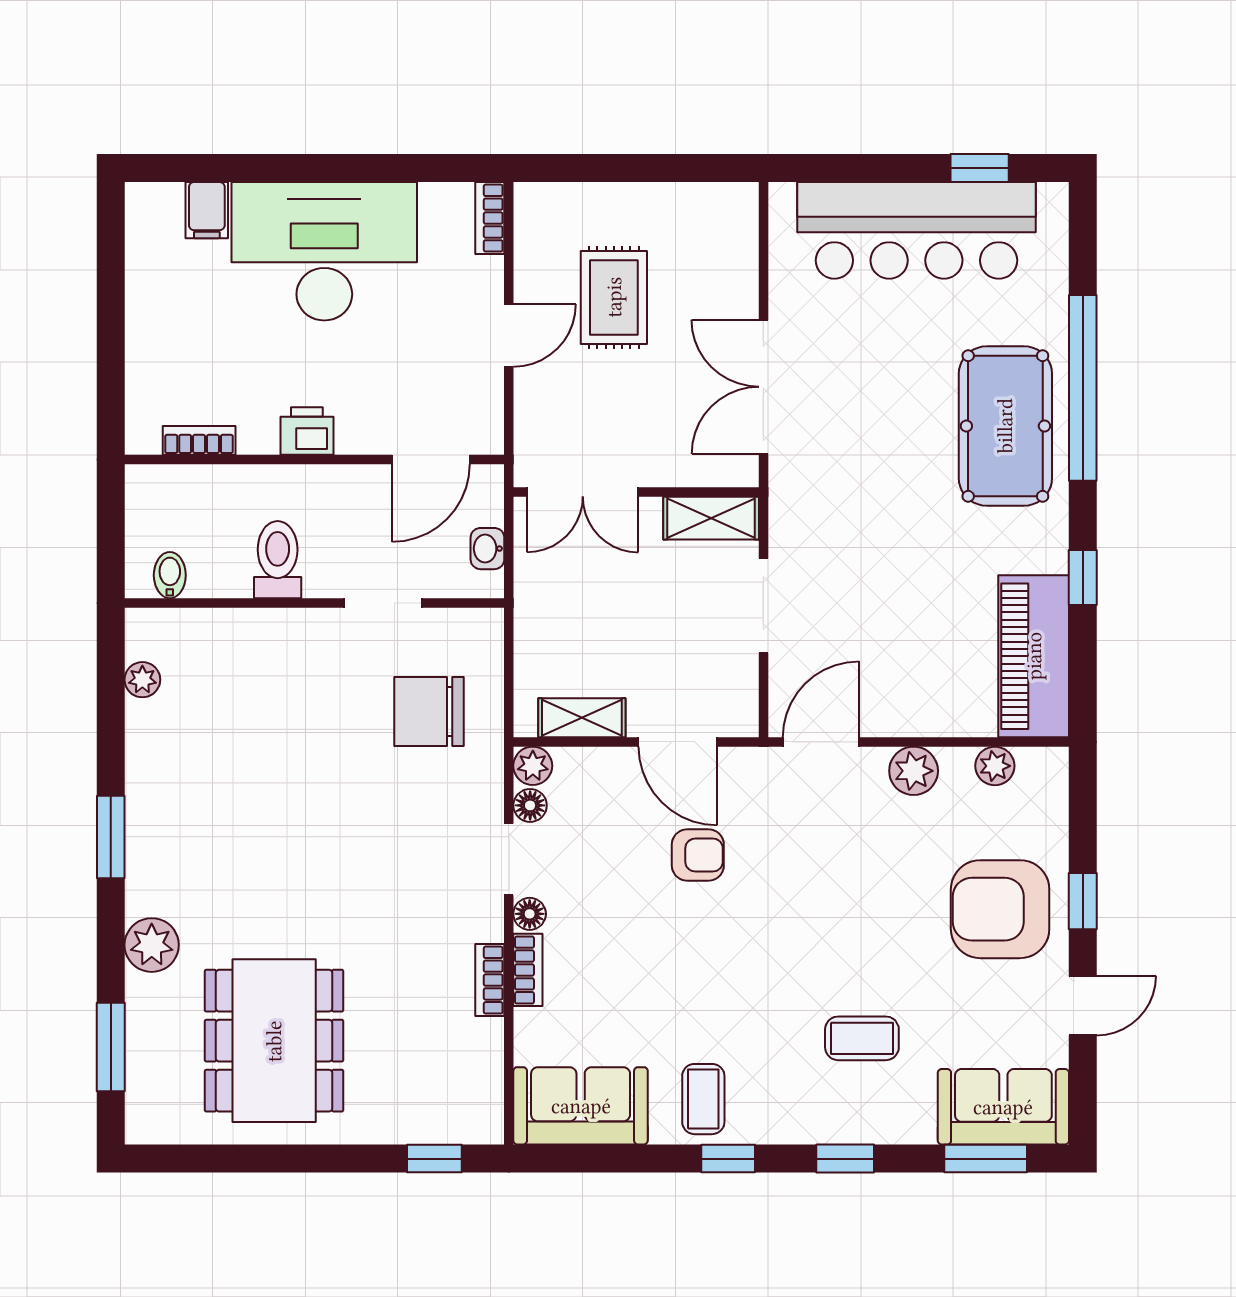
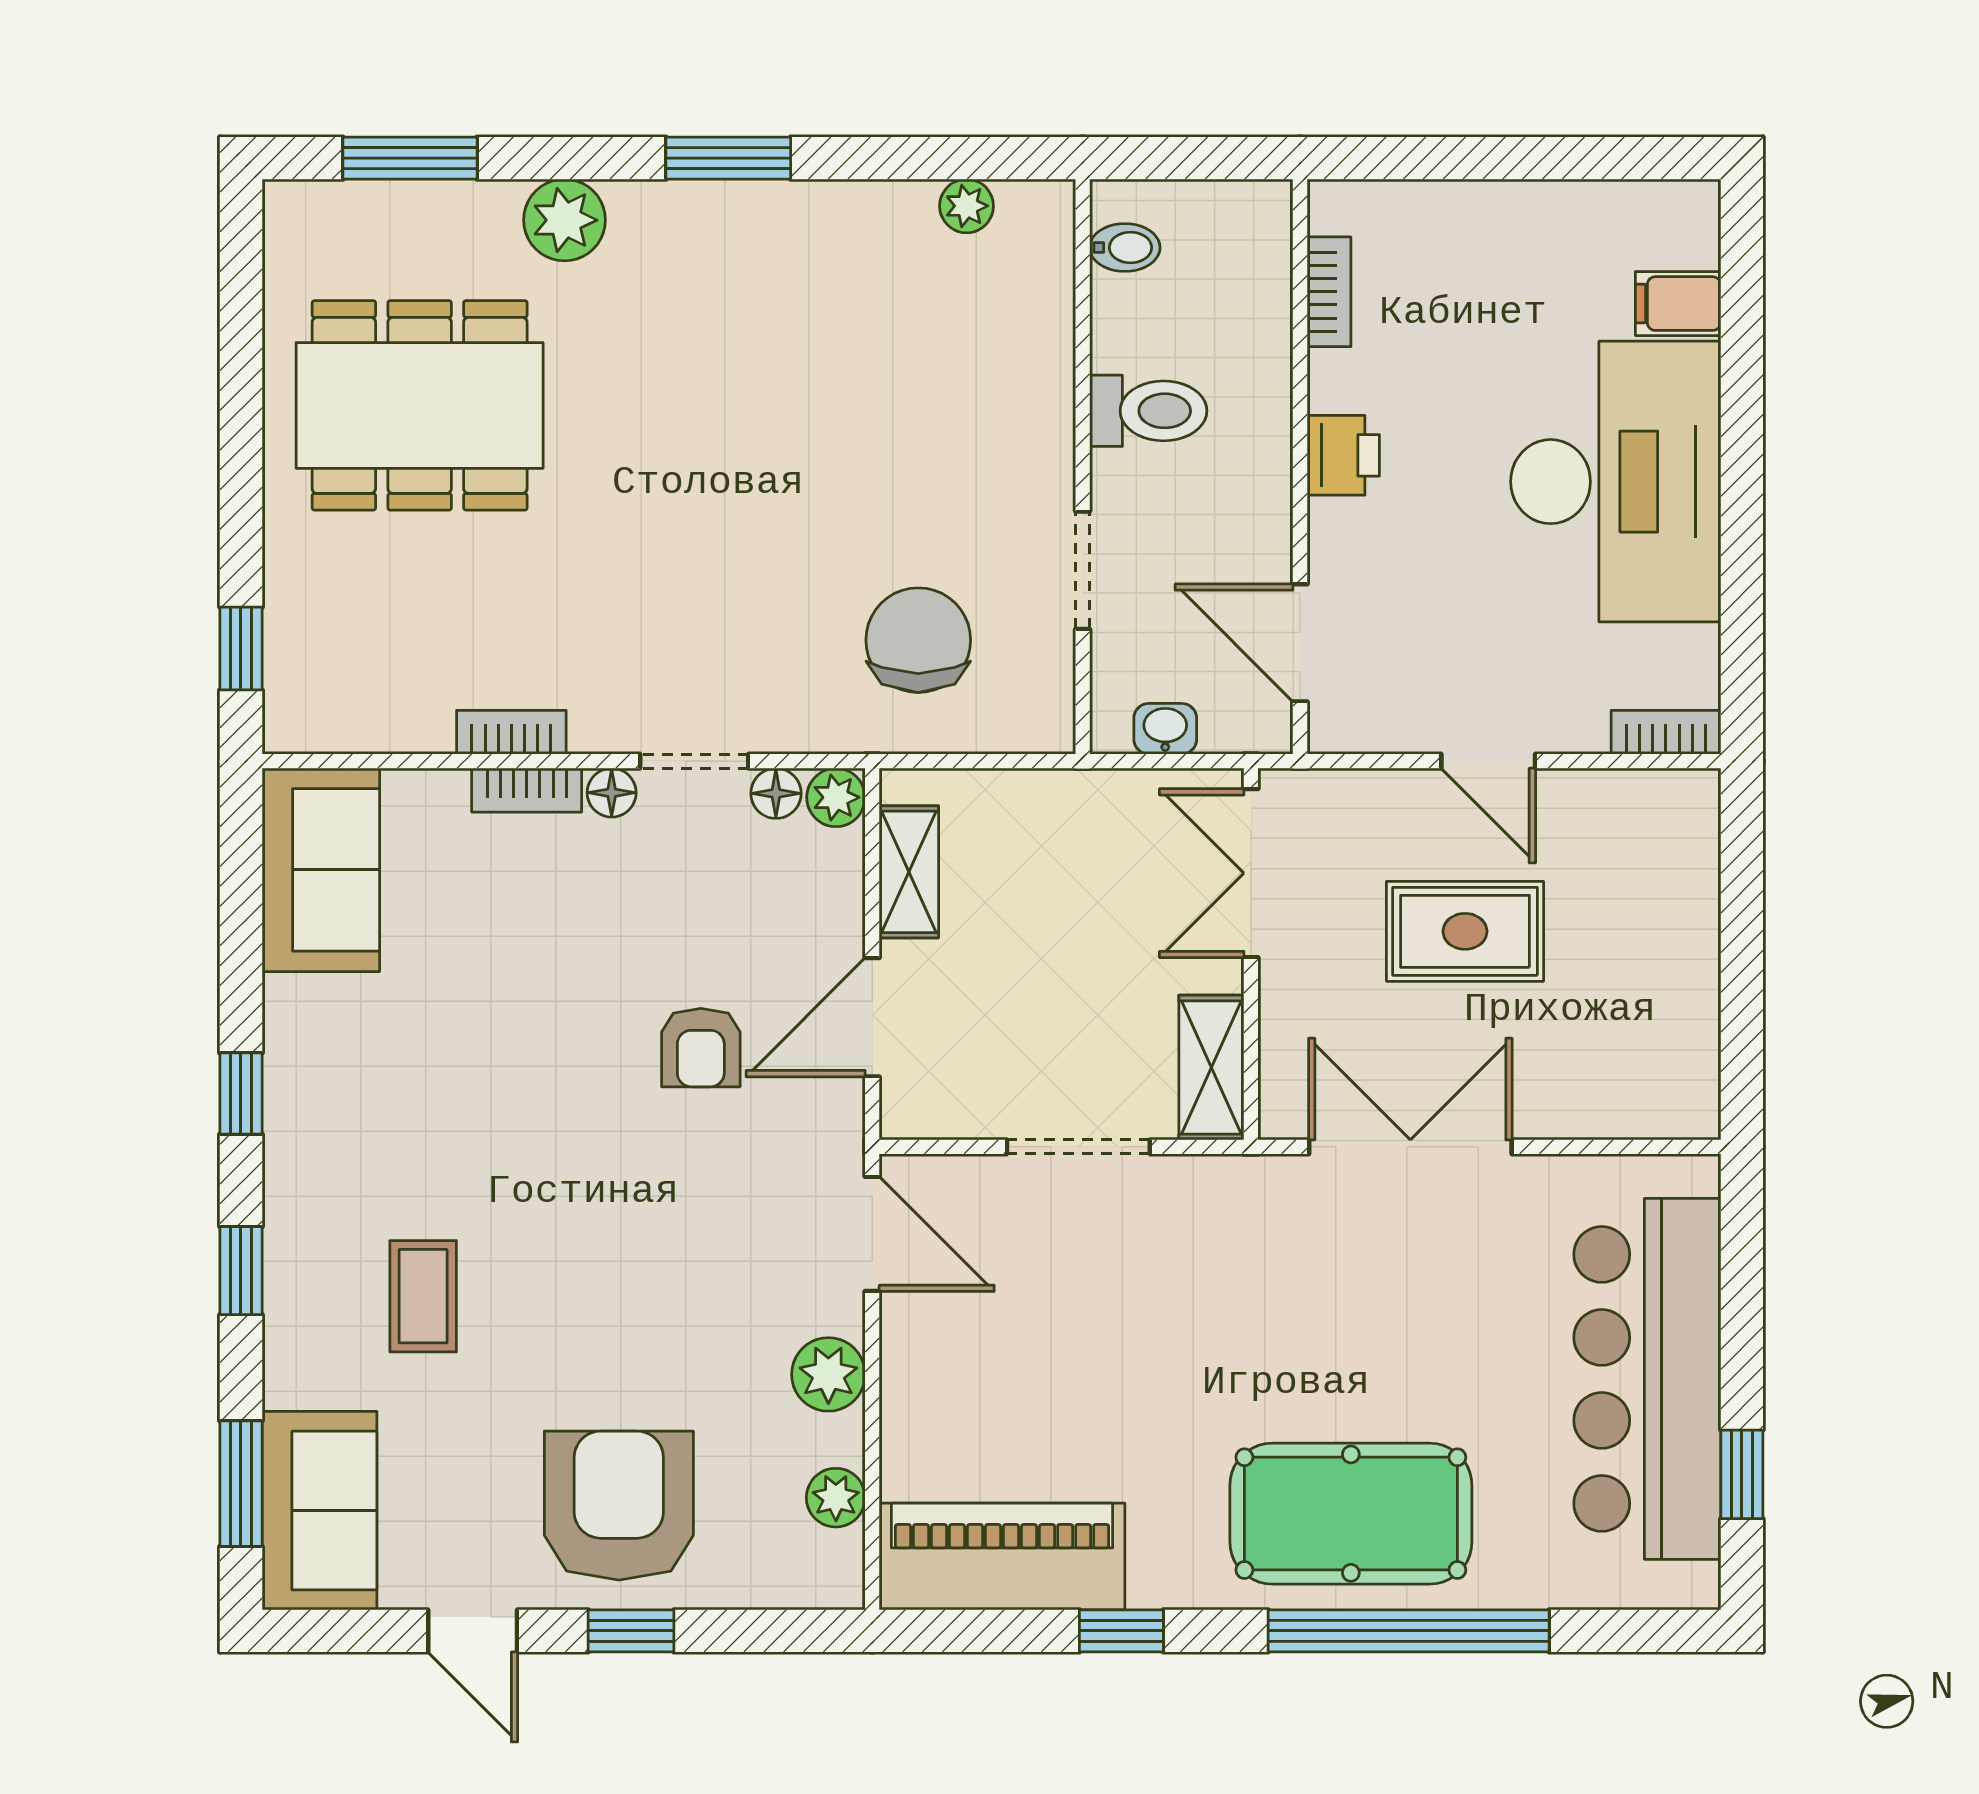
rug: (614, 297) -> (1465, 931), moved
coffee table: (703, 1099) -> (331, 1056), removed

